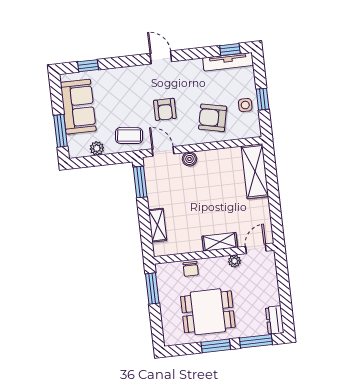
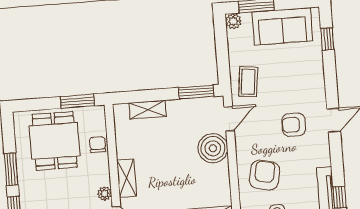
armchair: (165, 109) -> (294, 125), moved
plant: (97, 148) -> (233, 21), moved
boiler: (189, 159) -> (213, 148), width x1.86, depth x1.86
chair: (191, 269) -> (98, 145), turned 90
dining table: (208, 312) -> (55, 141), moved

